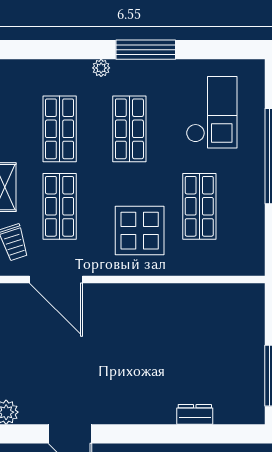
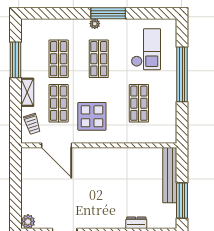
plant: (101, 68) -> (95, 24), moved
display table: (140, 231) -> (92, 116), moved
bench: (253, 331) -> (170, 175), added

